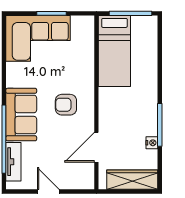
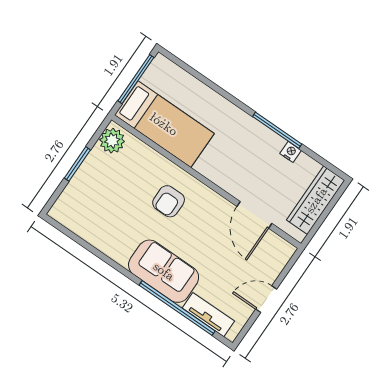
plant: (81, 25) -> (112, 141), added
corner sofa: (38, 38) -> (94, 197), removed
armchair: (66, 105) -> (169, 201), moved

